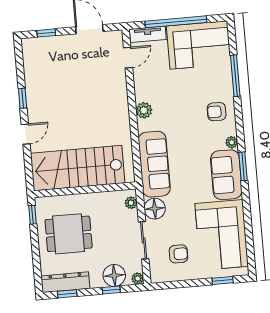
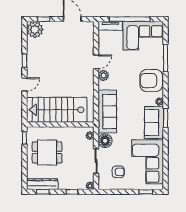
plant: (34, 50) -> (35, 30), added
door: (128, 58) -> (96, 62), moved
armchair: (217, 112) -> (151, 81), width x1.88, depth x1.88
floor lamp: (114, 275) -> (75, 182), removed

